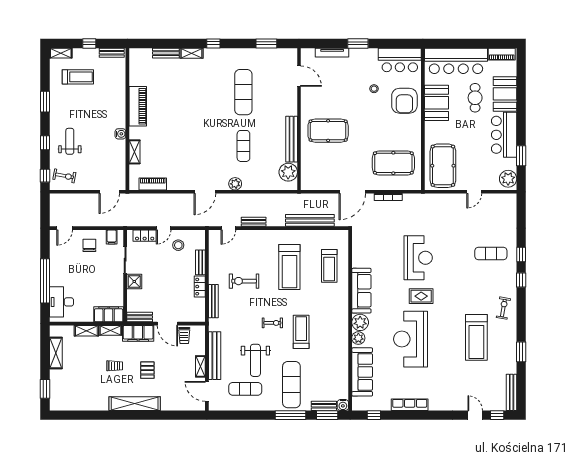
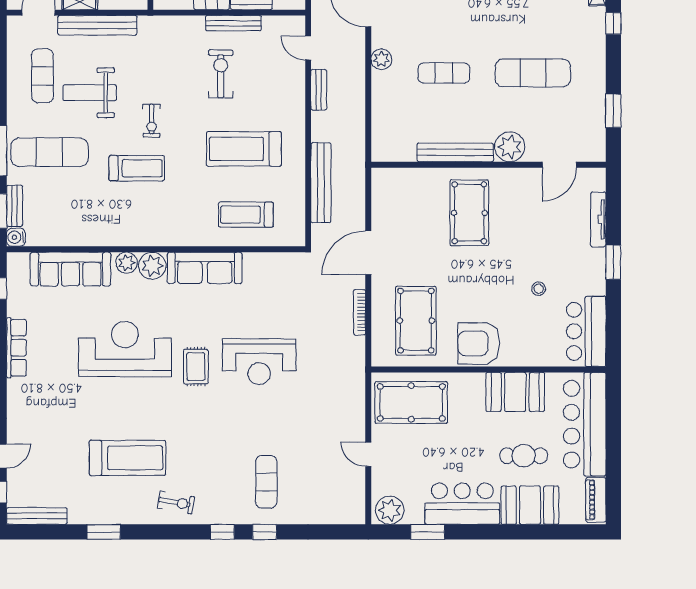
armchair: (404, 101) -> (479, 343), moved
plant: (288, 172) -> (510, 147), moved
door: (352, 192) -> (368, 253), hinge flipped
bench: (213, 301) -> (233, 23), moved
treadmill: (476, 337) -> (128, 458), turned 180

